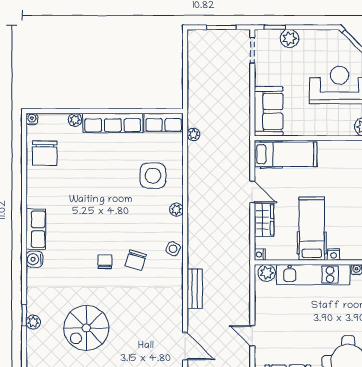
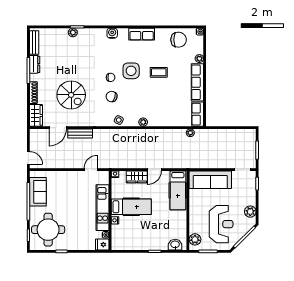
plant: (289, 38) -> (250, 212), moved
sofa: (269, 111) -> (210, 180), width x1.36
chair: (45, 153) -> (179, 40), turned 180
side table: (153, 176) -> (131, 71), moved
coffee table: (97, 185) -> (159, 72), added
row of seats: (36, 229) -> (142, 34), moved
plant: (267, 273) -> (104, 178), removed
bench: (195, 289) -> (80, 134), moved
spiral stairs: (86, 328) -> (71, 95), moved, turned 180
door: (252, 336) -> (91, 170), moved

